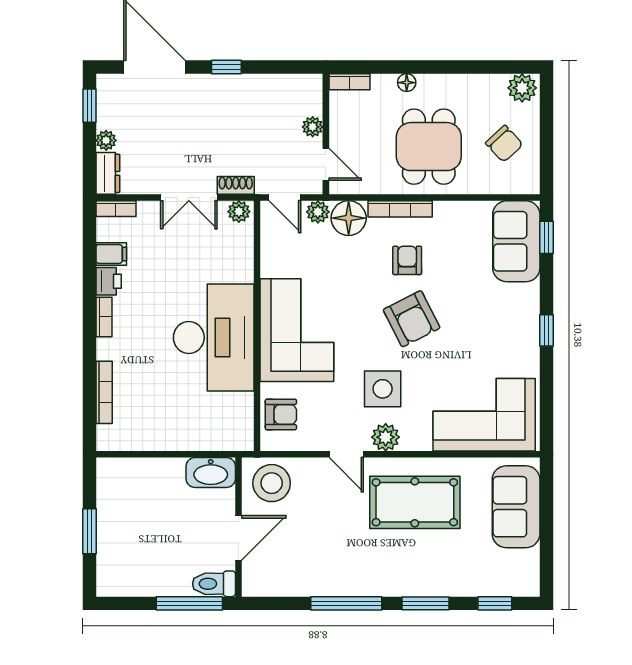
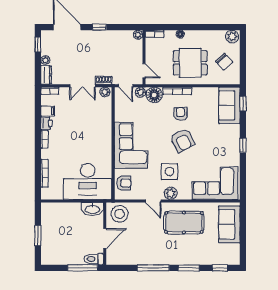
plant: (313, 127) -> (138, 35), moved
dining table: (429, 147) -> (190, 63), turned 90
desk: (214, 337) -> (88, 182), moved, turned 90

